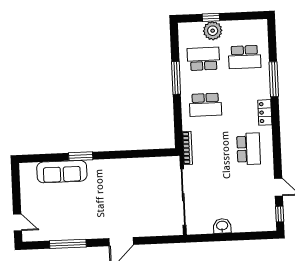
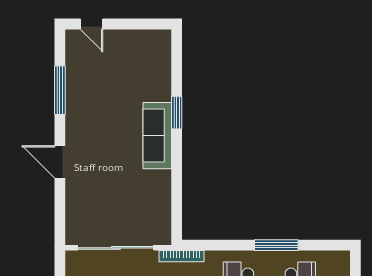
sofa: (62, 172) -> (157, 136), moved
door: (17, 222) -> (92, 24), hinge flipped

